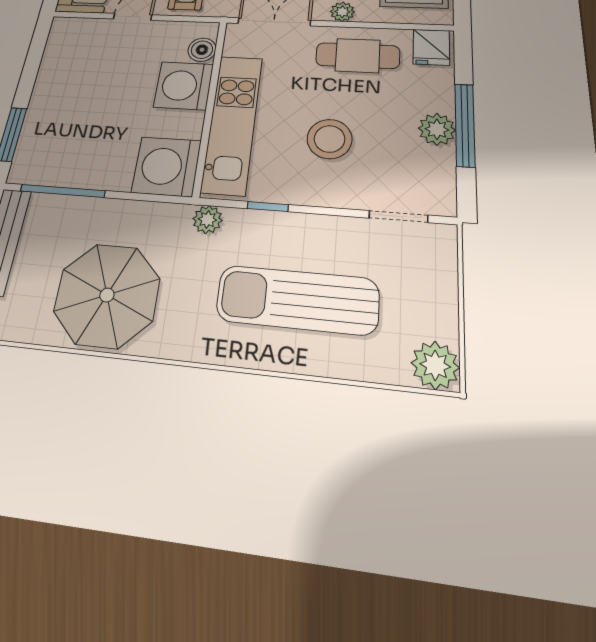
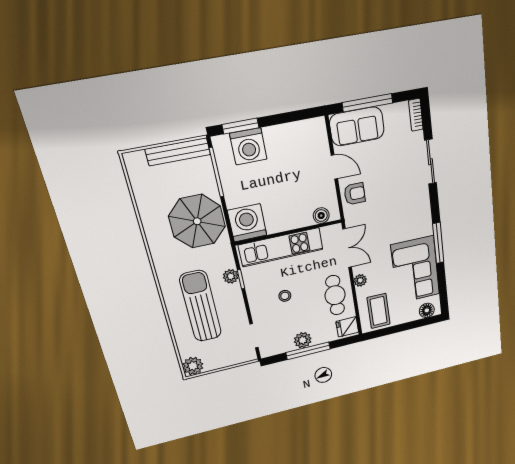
washing machine: (184, 86) -> (248, 146), moved, turned 180
stool: (330, 139) -> (285, 296), width x0.53, depth x0.53
plant: (207, 219) -> (231, 276), moved
parasol: (107, 295) -> (197, 221), moved

